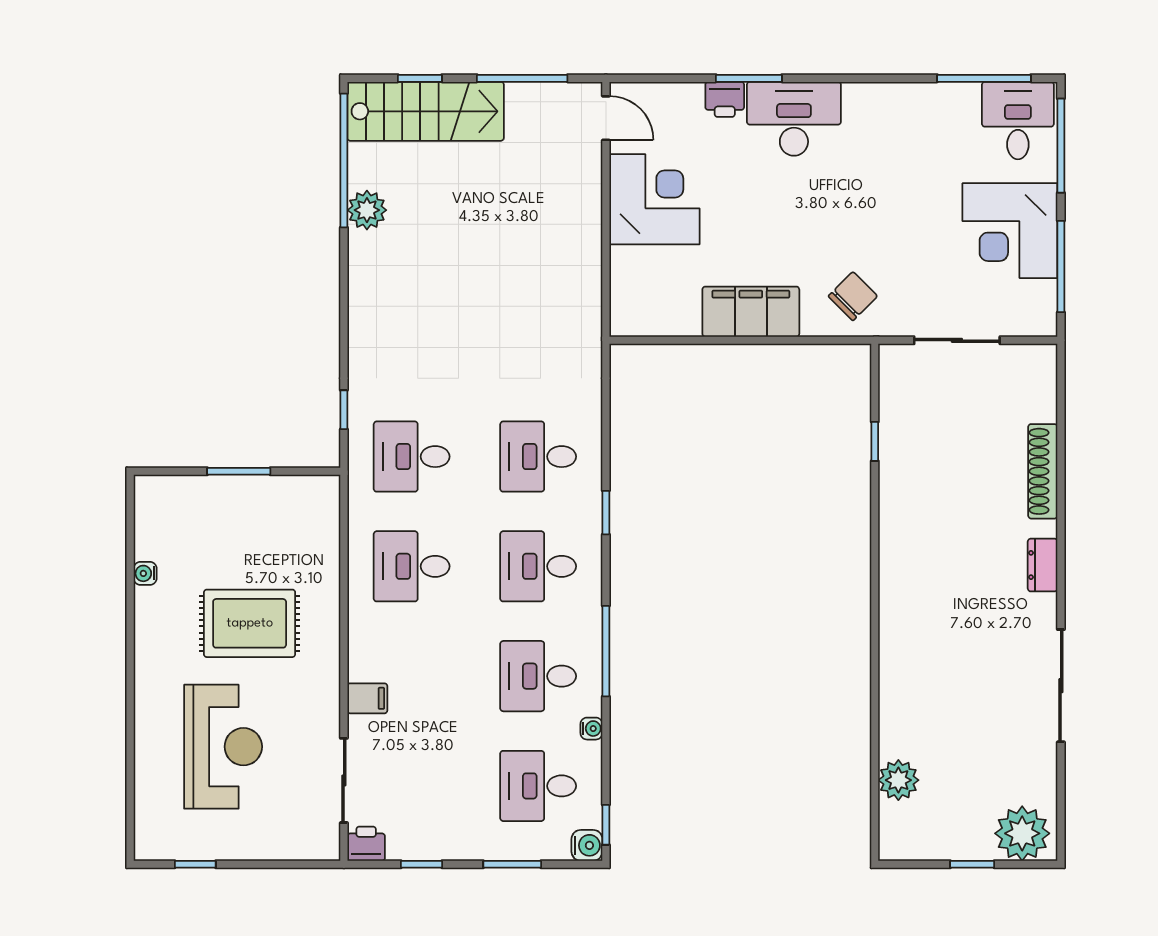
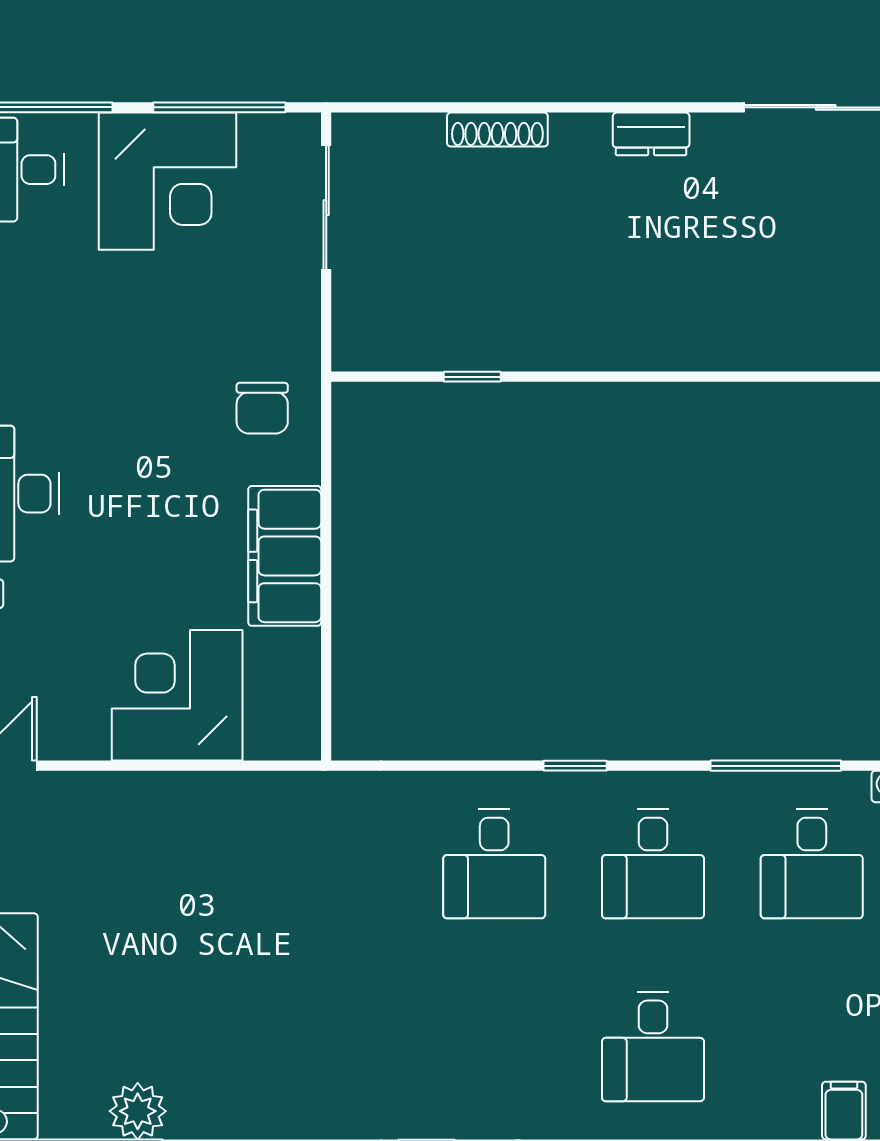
corner desk: (654, 199) -> (177, 695), moved
chair: (853, 296) -> (262, 408), turned -135
sliding door: (957, 340) -> (326, 208), moved
desk: (412, 457) -> (494, 1047), removed
shoe rack: (1043, 471) -> (497, 130), width x0.74, depth x0.81

